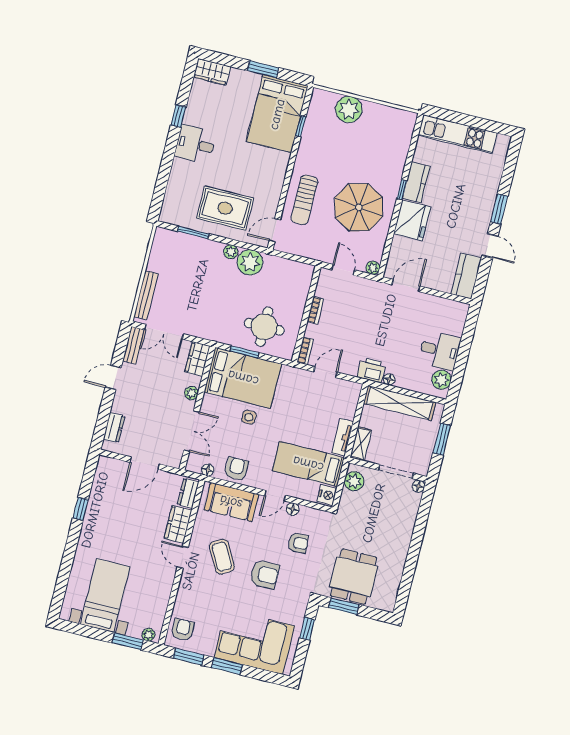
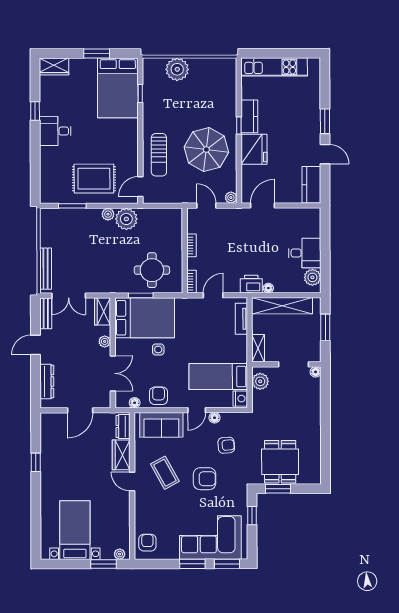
dresser: (114, 428) -> (47, 382), width x1.44
tv unit: (343, 437) -> (241, 319), moved
window: (189, 657) -> (227, 564), moved

